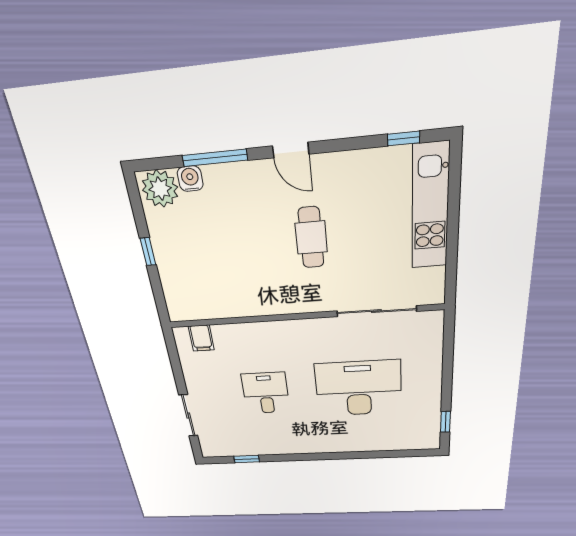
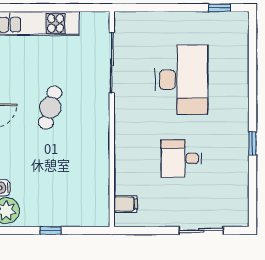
cafe table: (311, 238) -> (50, 108), turned -74
desk: (358, 388) -> (181, 80), turned 180
window: (247, 459) -> (252, 143), moved

